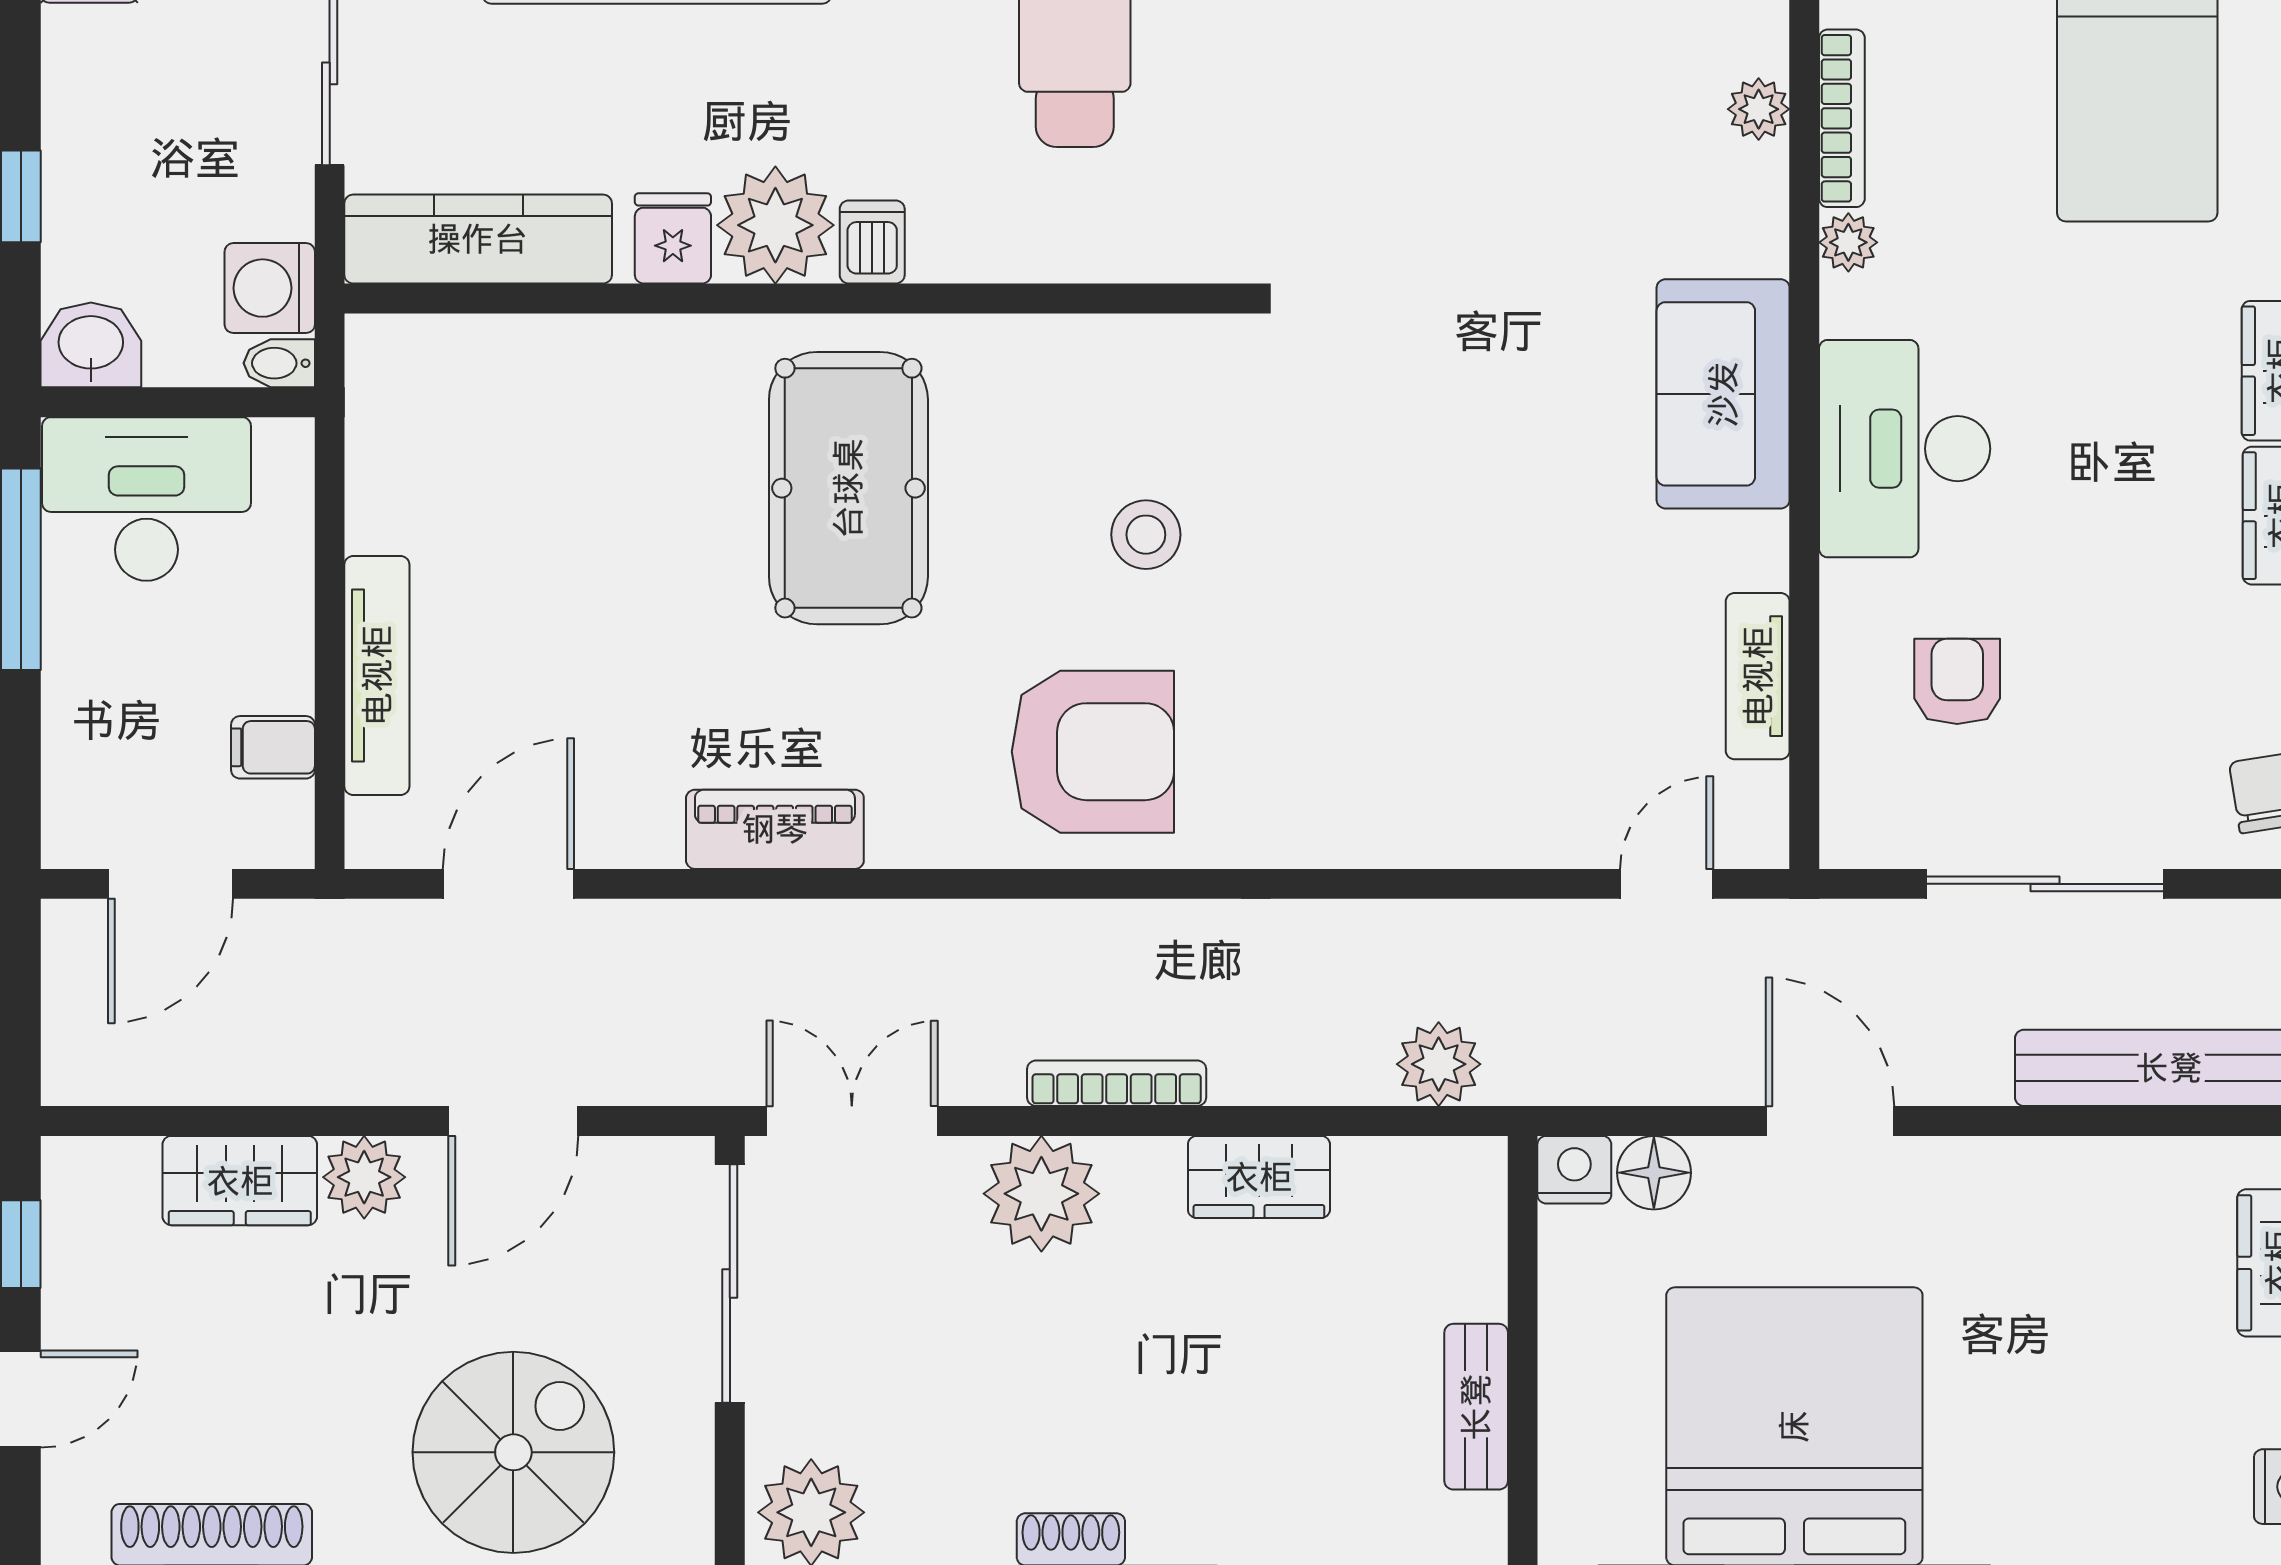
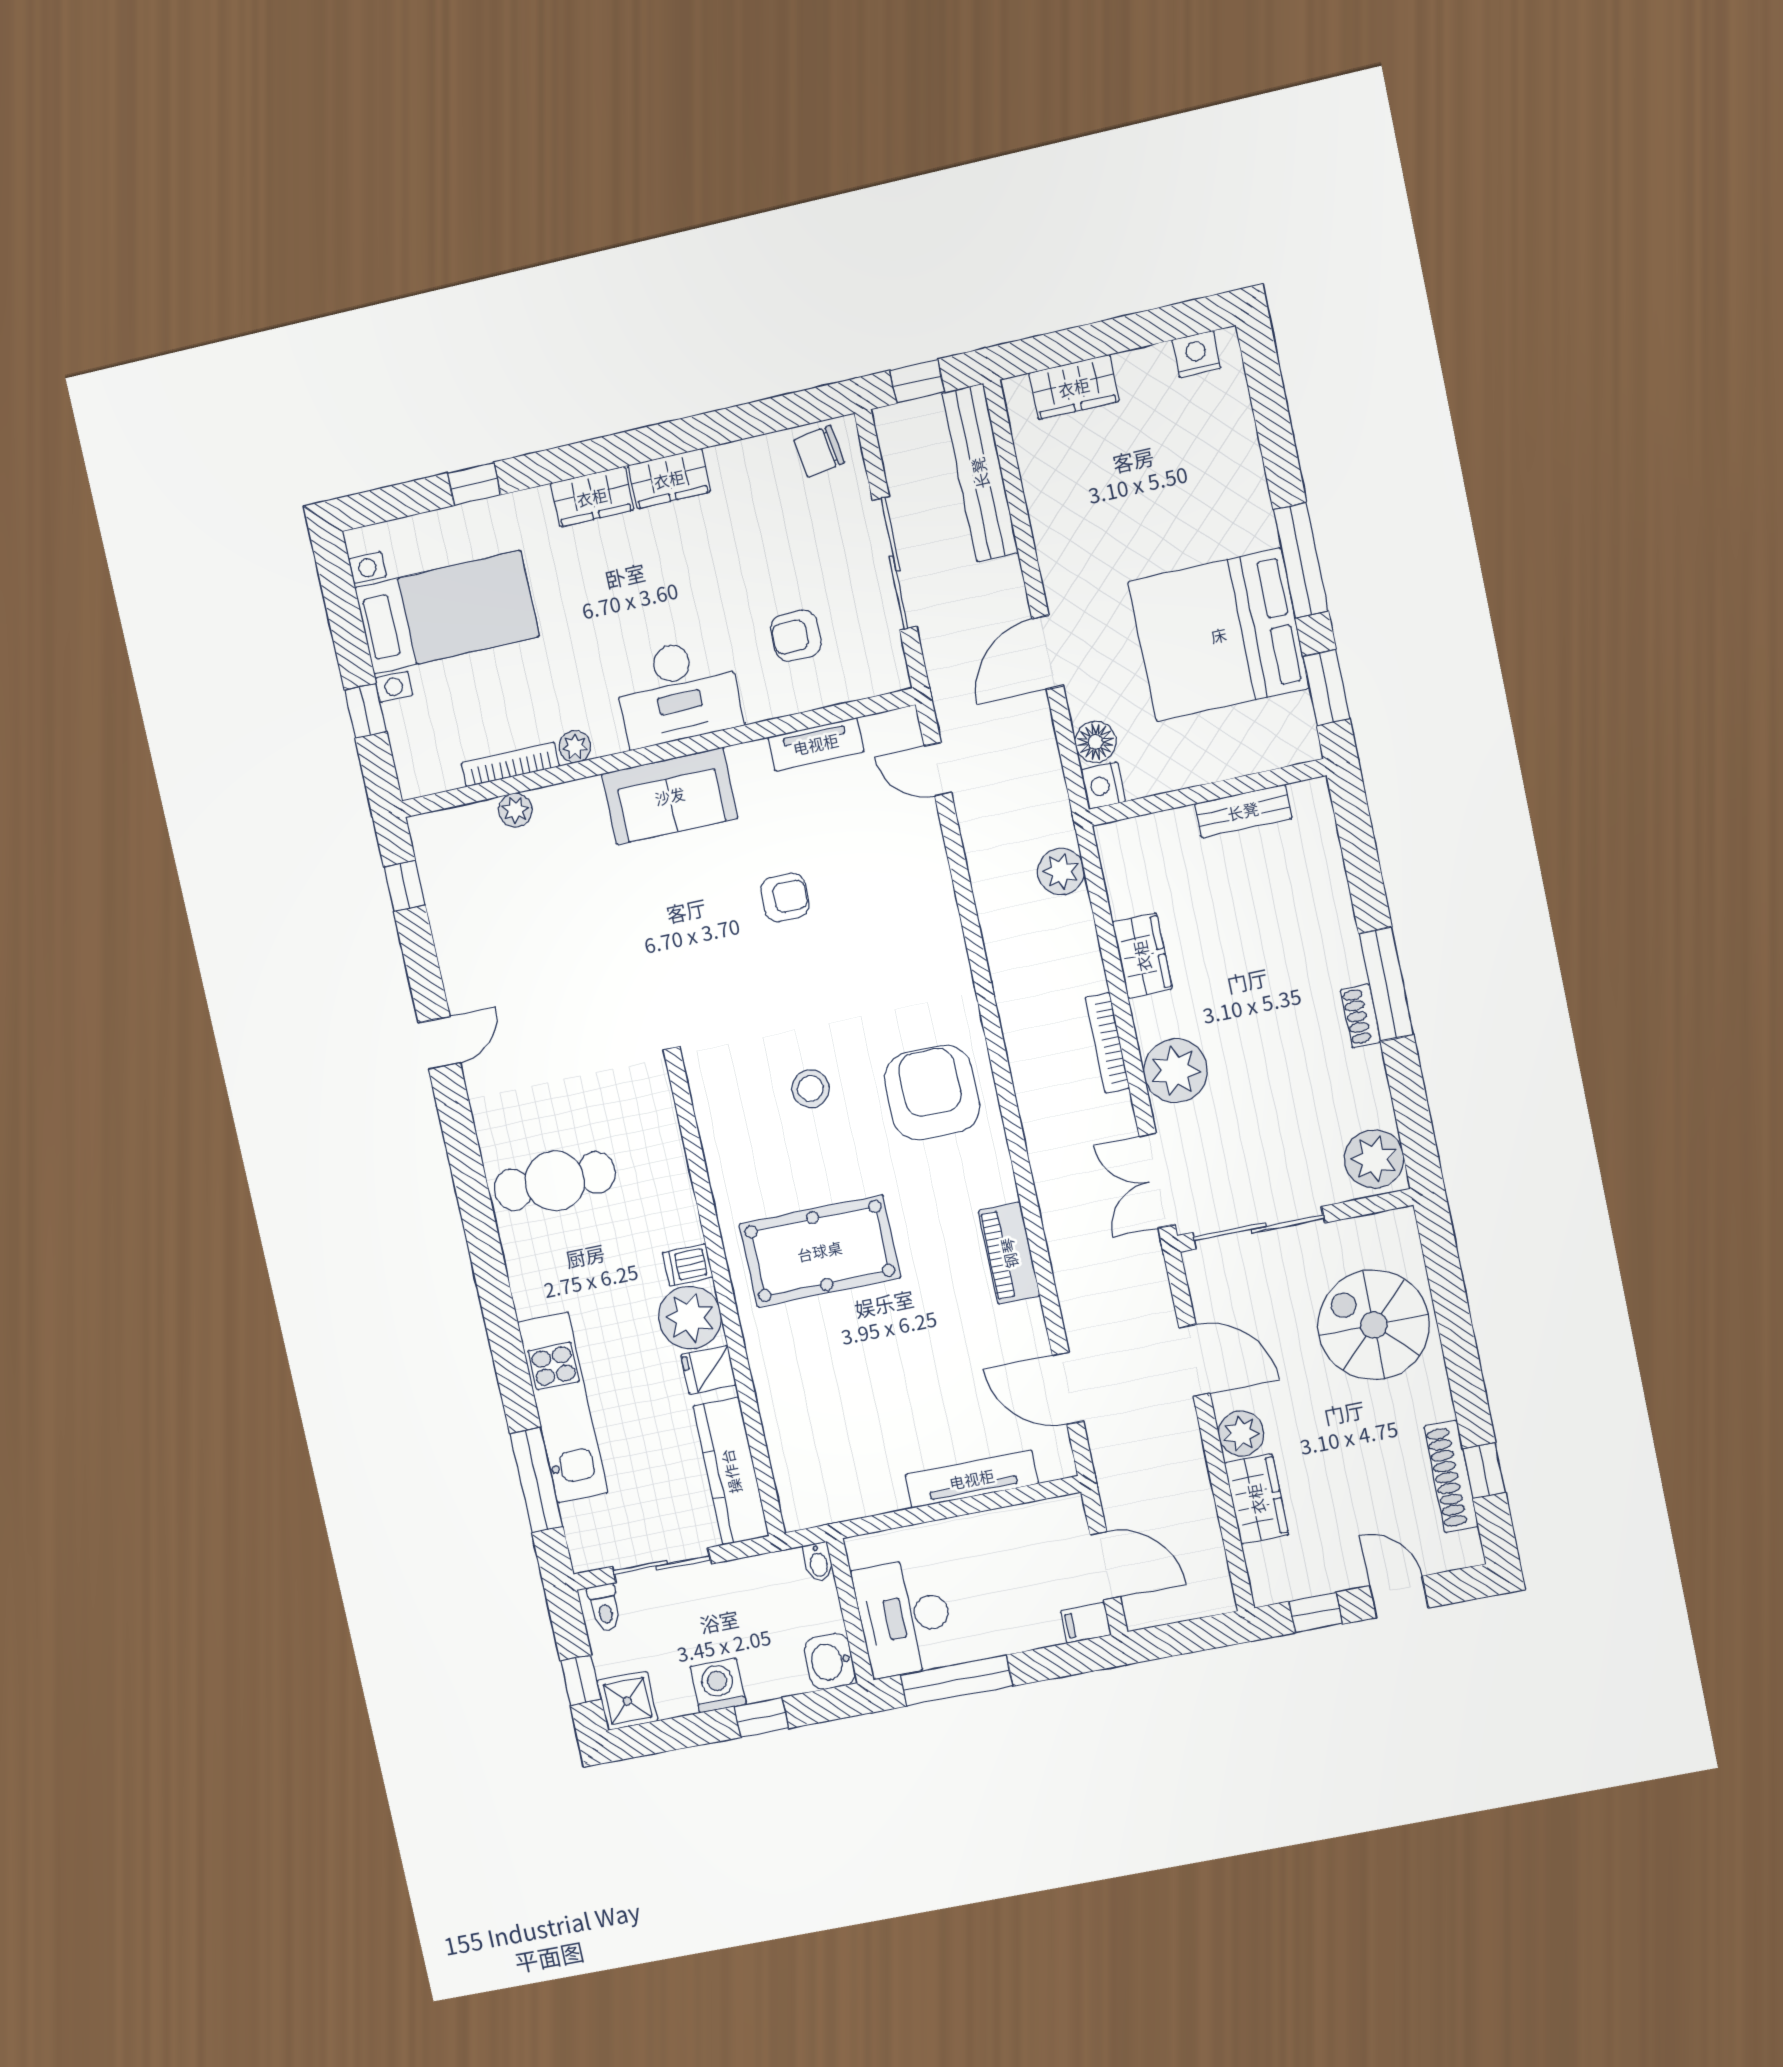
washing machine: (270, 288) -> (718, 1686), moved, turned 180
armchair: (1498, 562) -> (785, 897), added
filing cabinet: (273, 747) -> (1086, 1623), moved, turned 90

